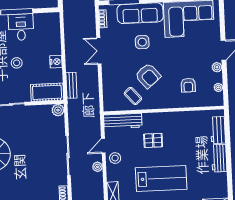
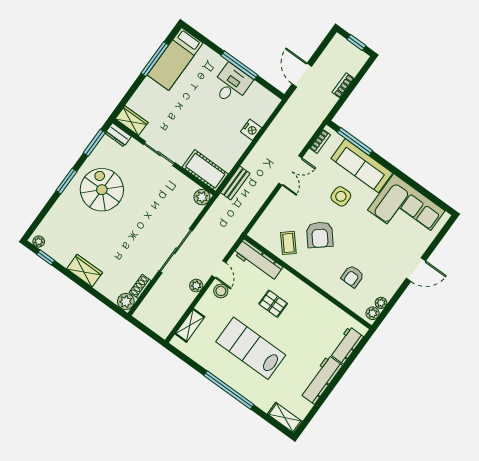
double door: (99, 51) -> (290, 170), swing flipped
nightstand: (56, 62) -> (251, 130), moved
stool: (17, 63) -> (198, 117), removed
plant: (217, 67) -> (373, 313), moved
door: (103, 146) -> (219, 269), swing flipped
workbench: (219, 158) -> (321, 380), width x1.38
lab bench: (161, 178) -> (251, 348), turned 180

